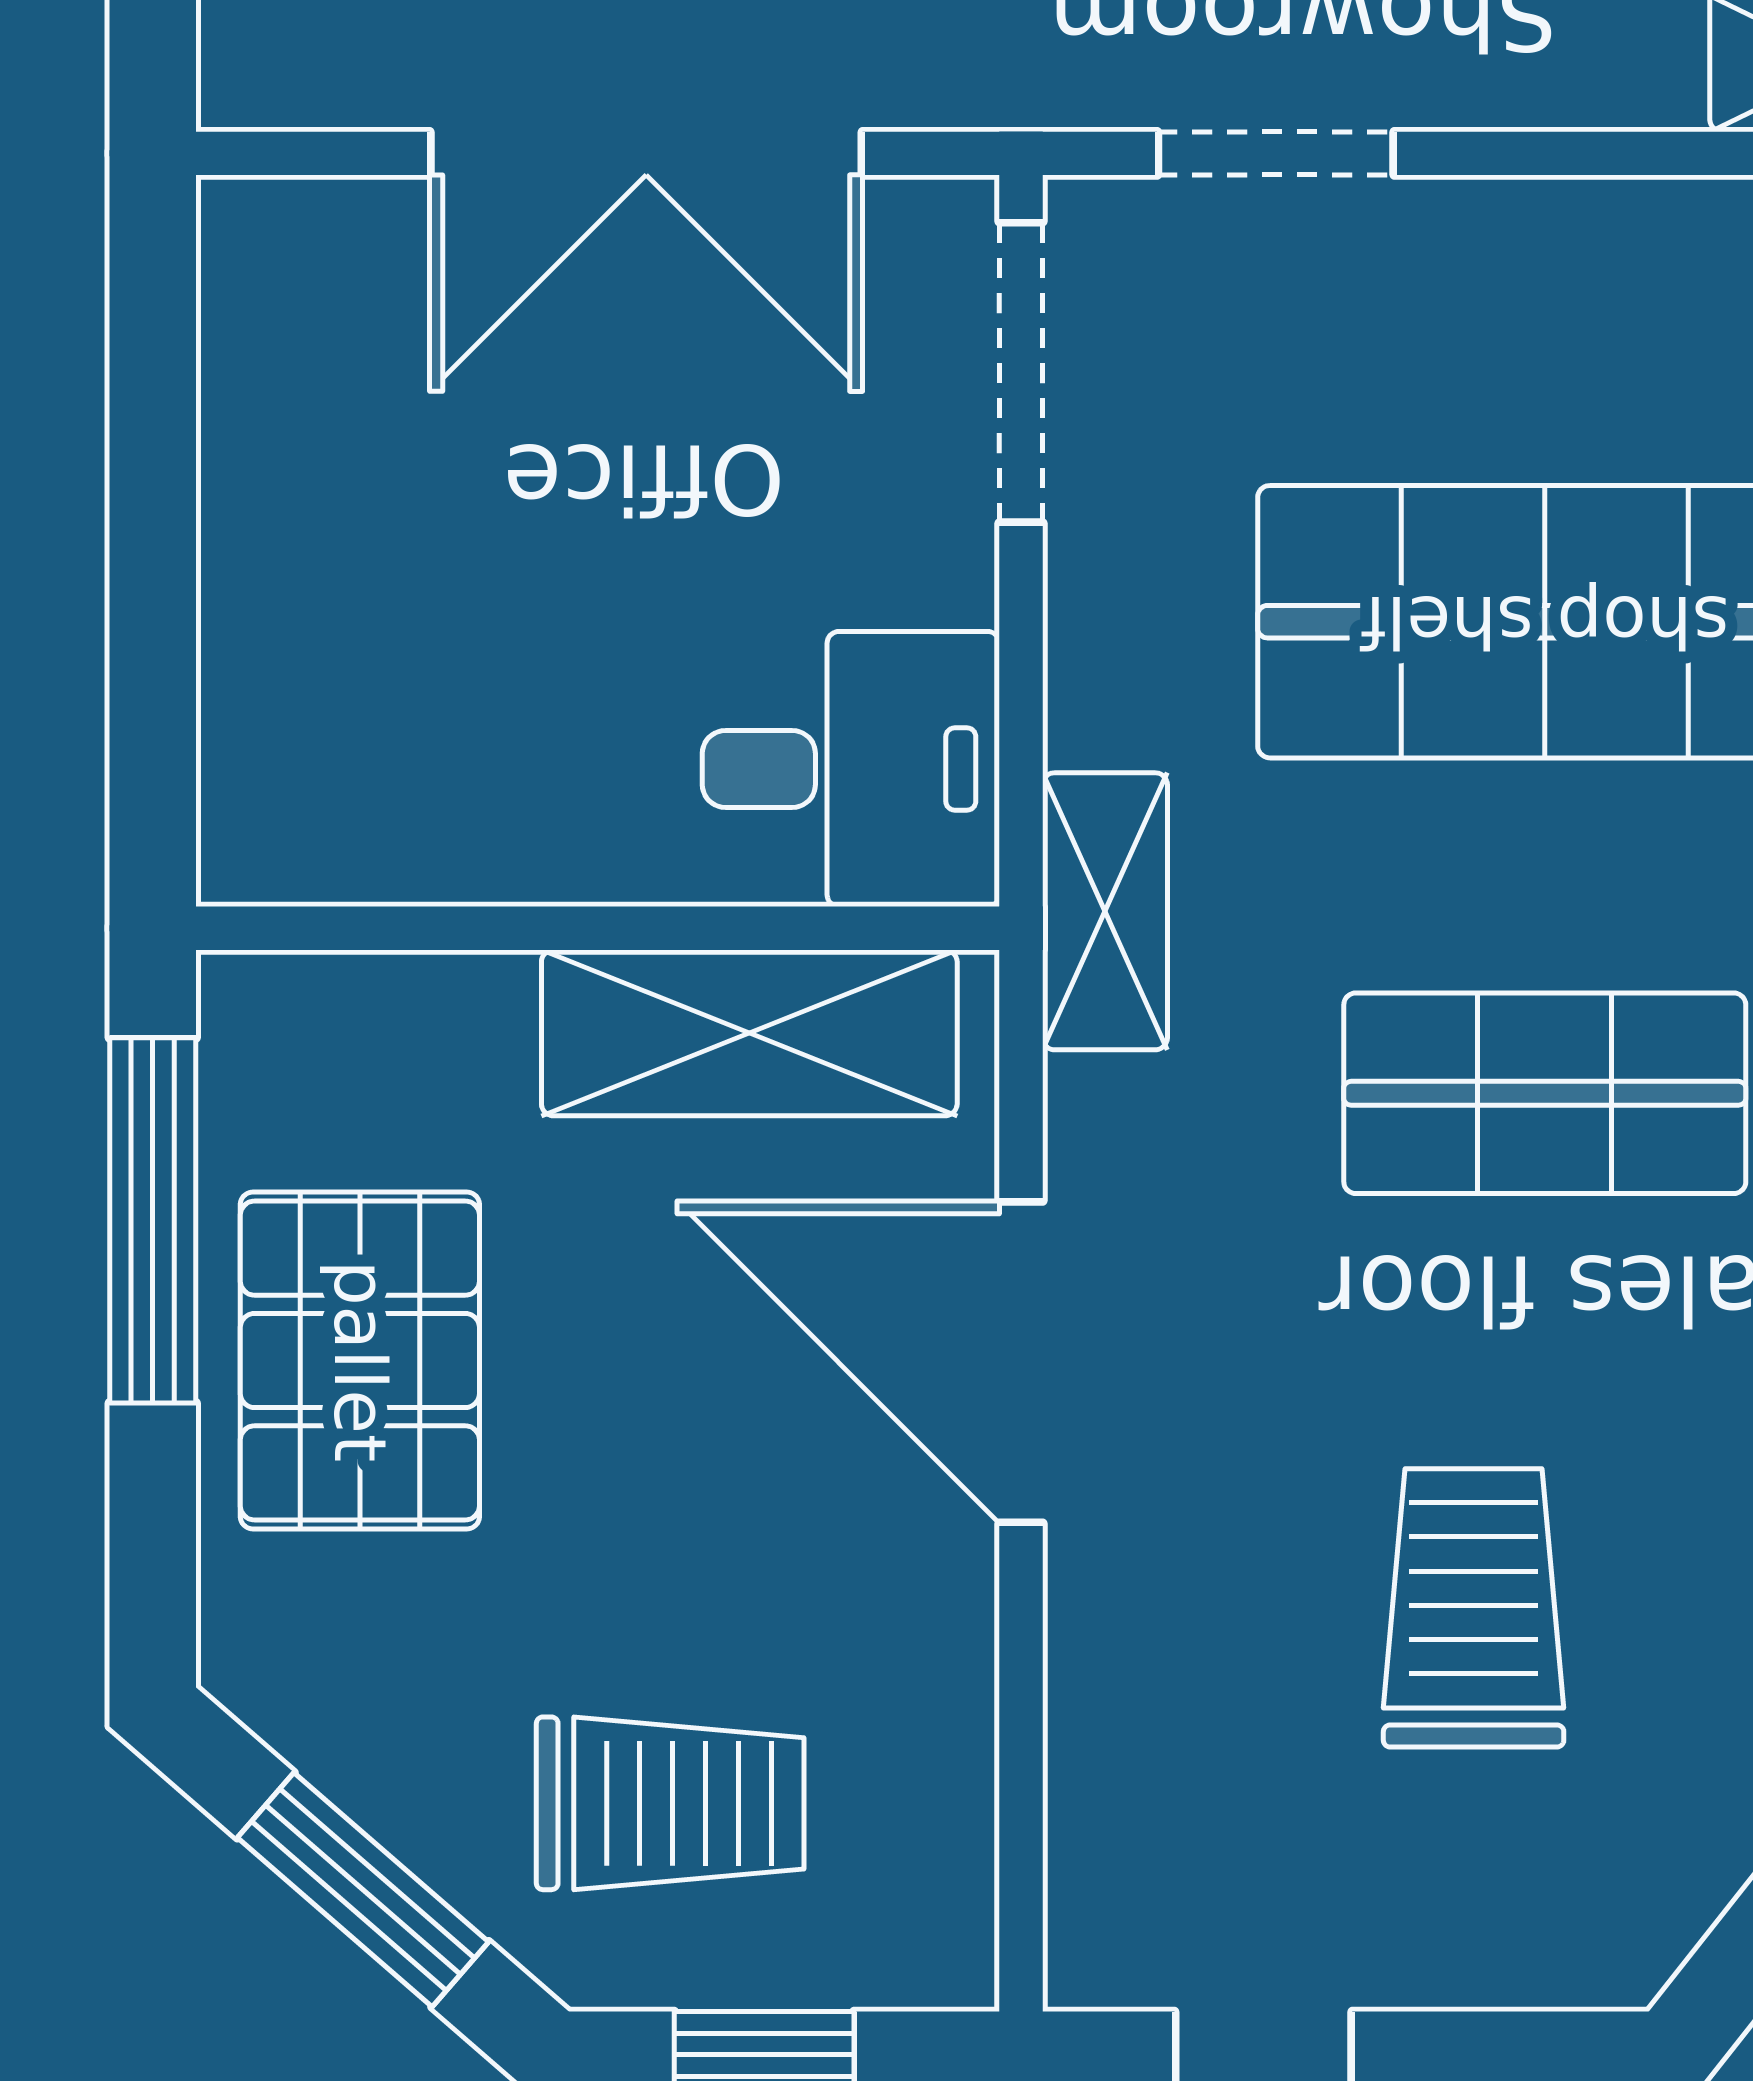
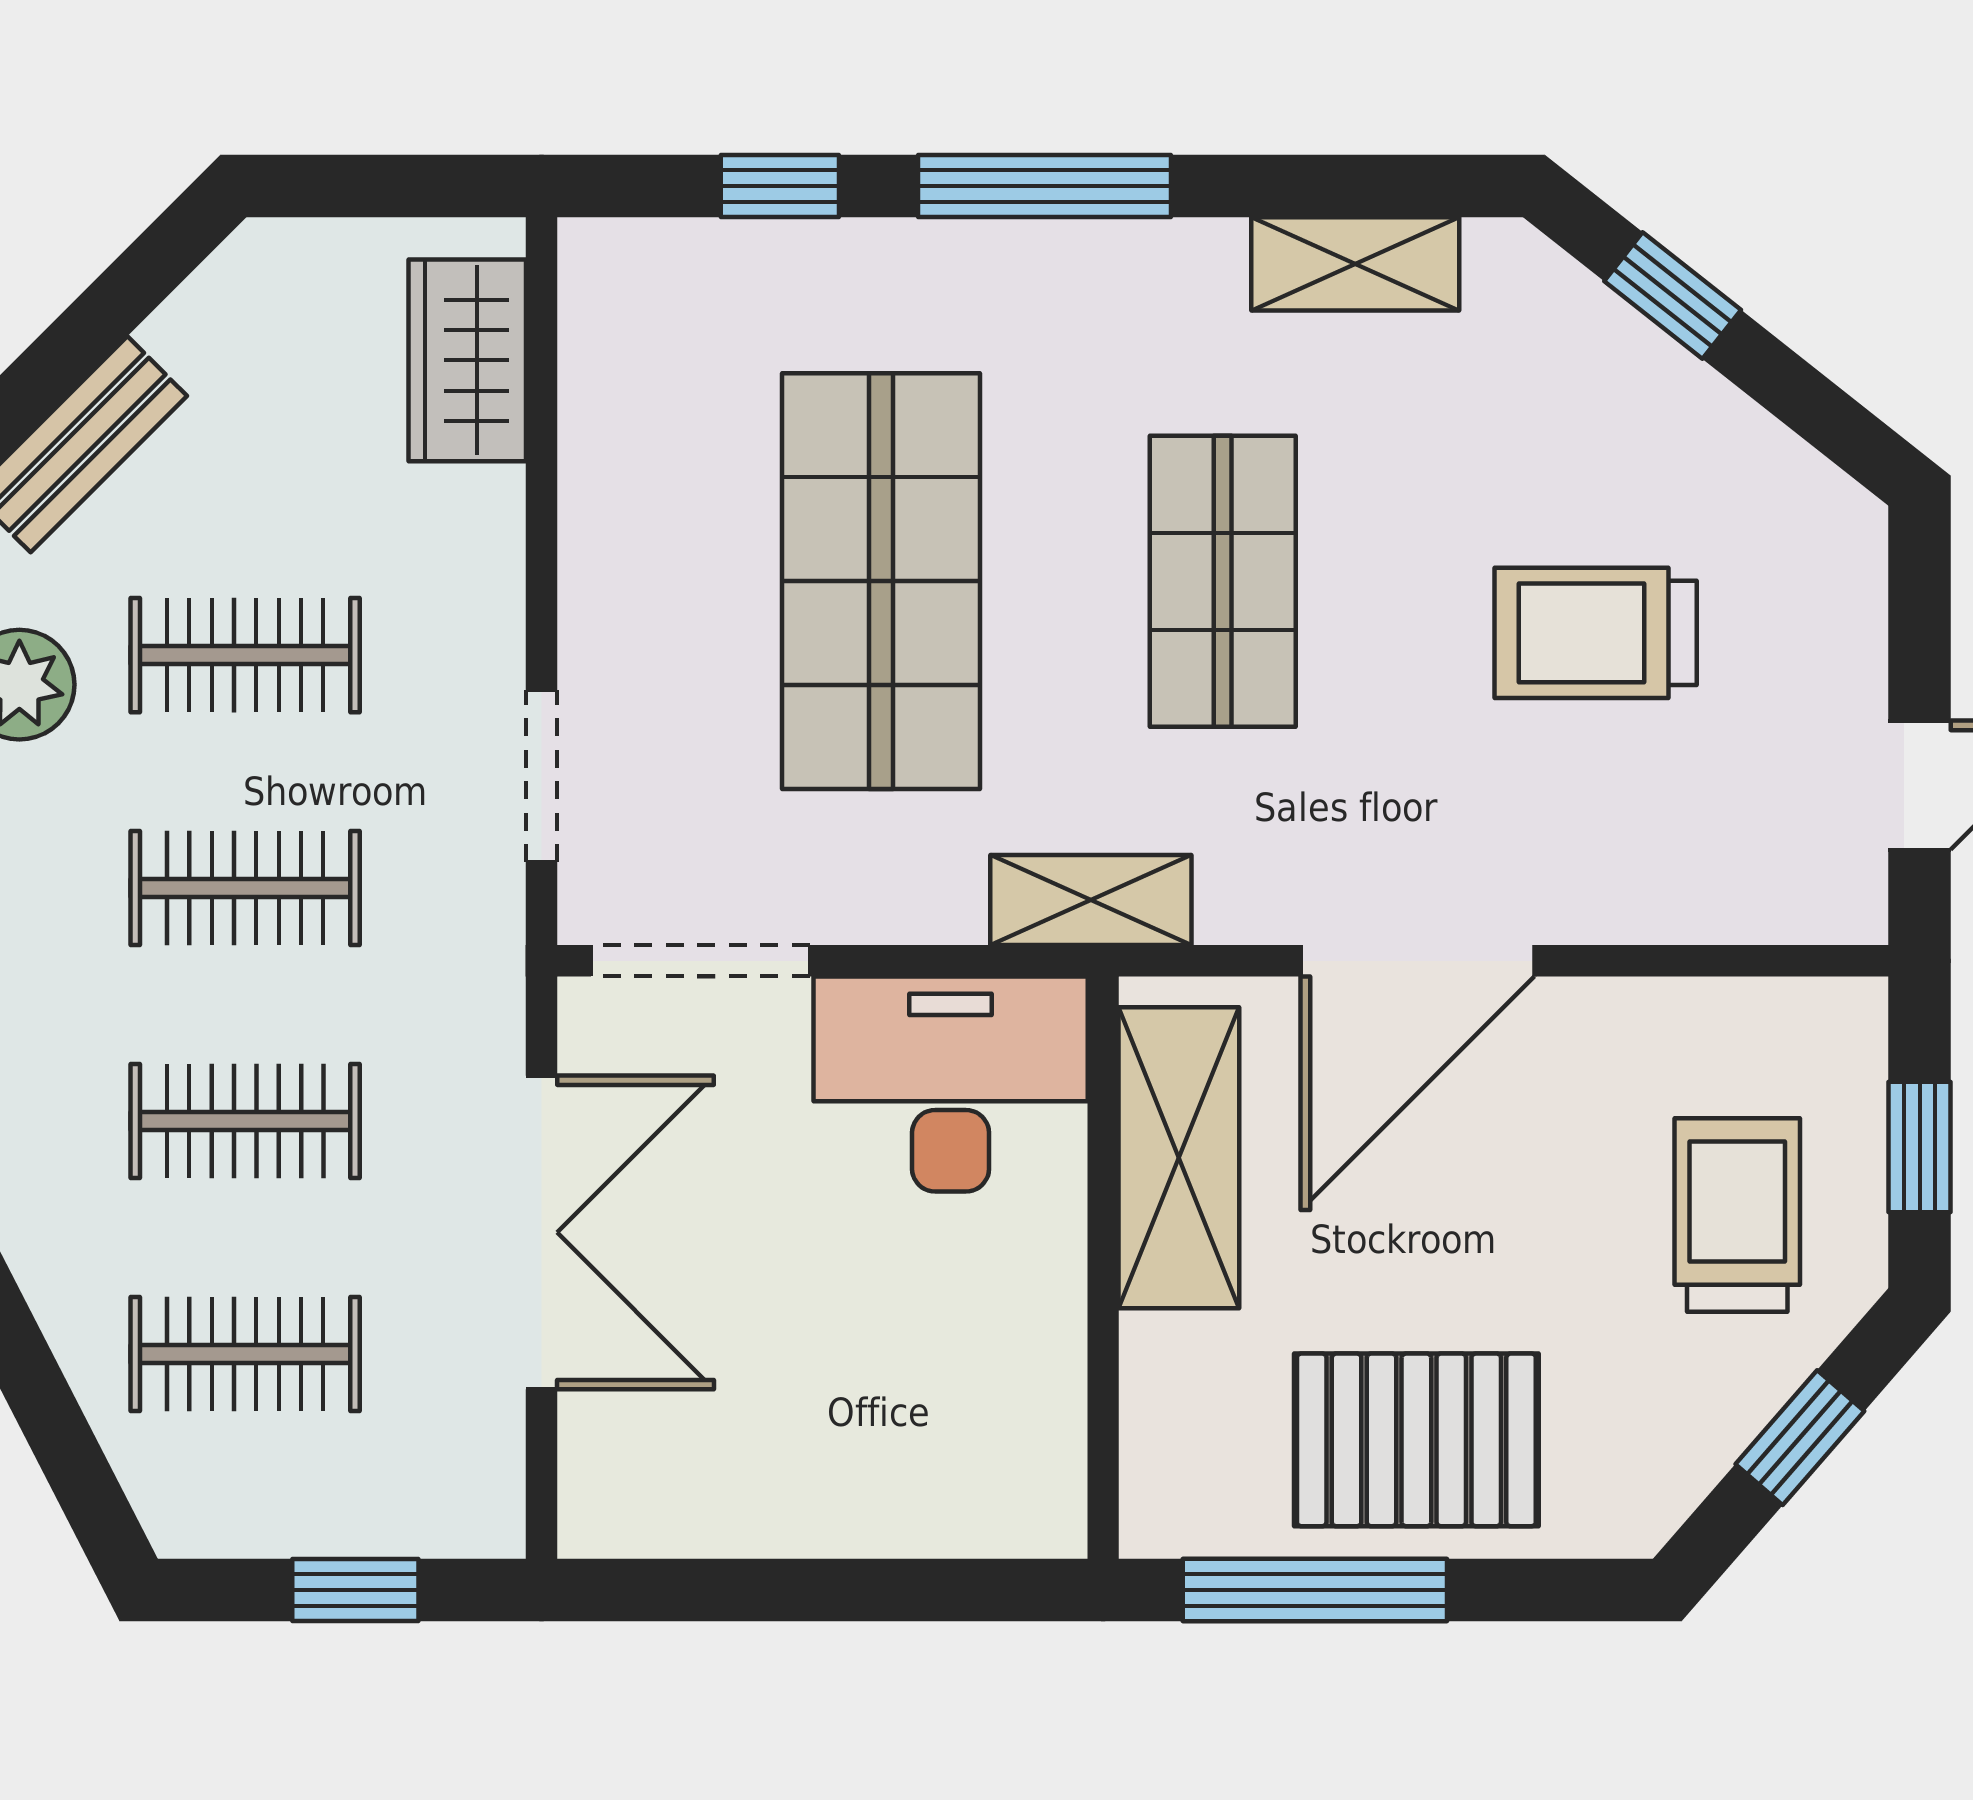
desk: (851, 769) -> (951, 1084), width x1.37
window: (363, 1890) -> (1800, 1438), width x0.67

